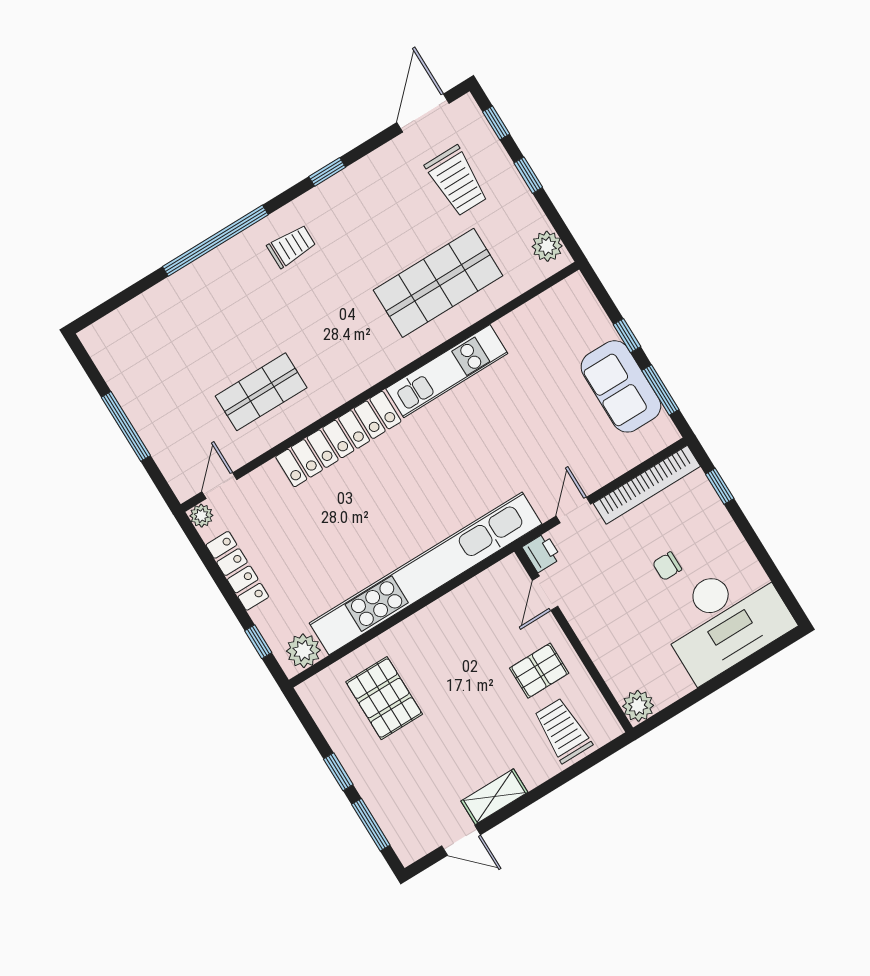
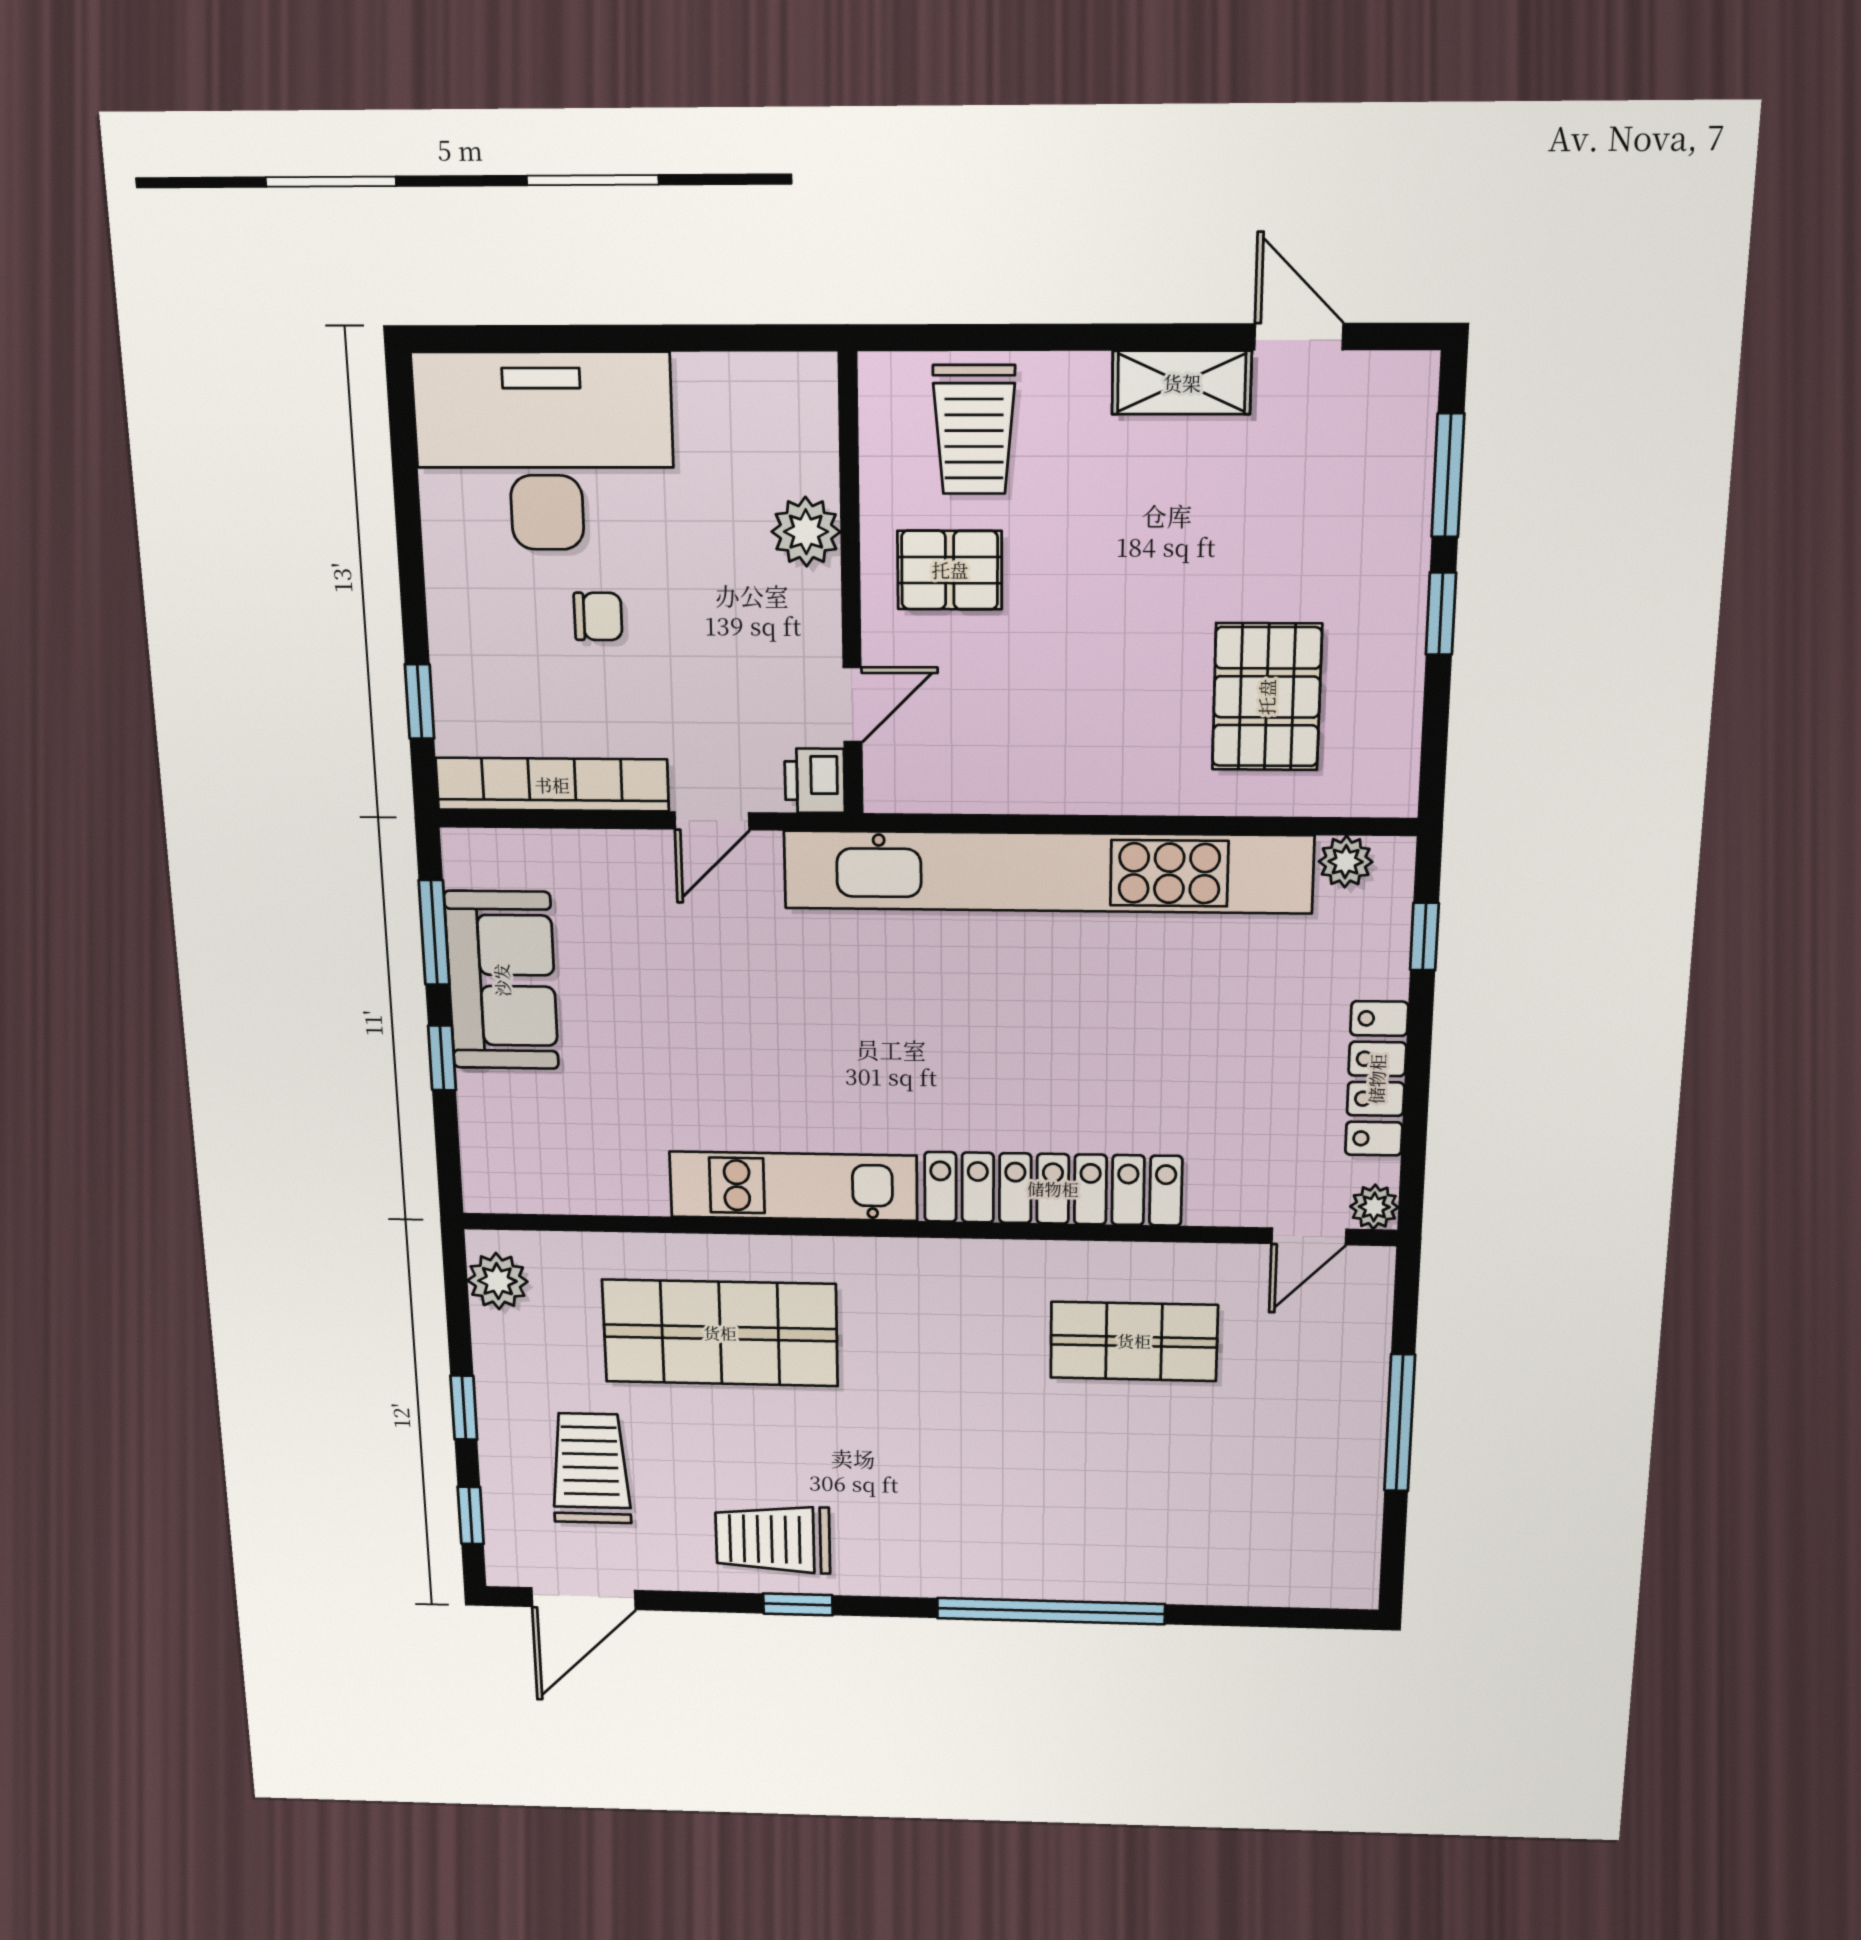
trolley: (291, 246) -> (773, 1539), moved, width x1.36, depth x1.39
plant: (303, 651) -> (1346, 862), width x0.73, depth x0.73
plant: (638, 706) -> (806, 532), moved

